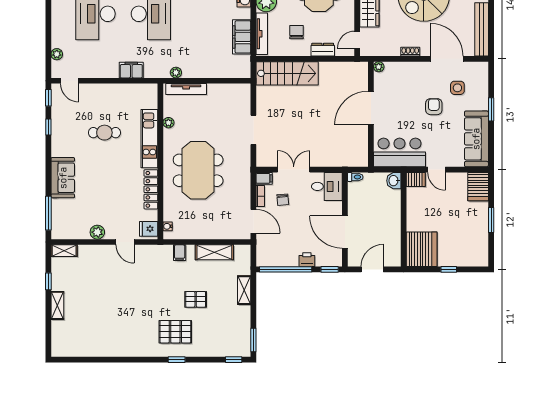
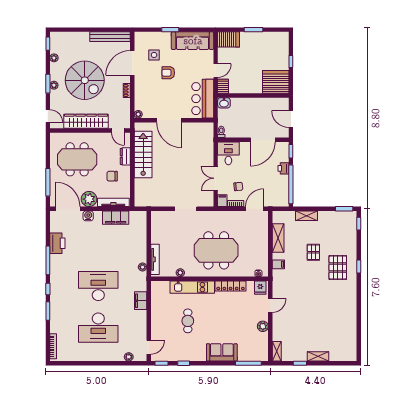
stairs: (287, 73) -> (143, 155), moved

